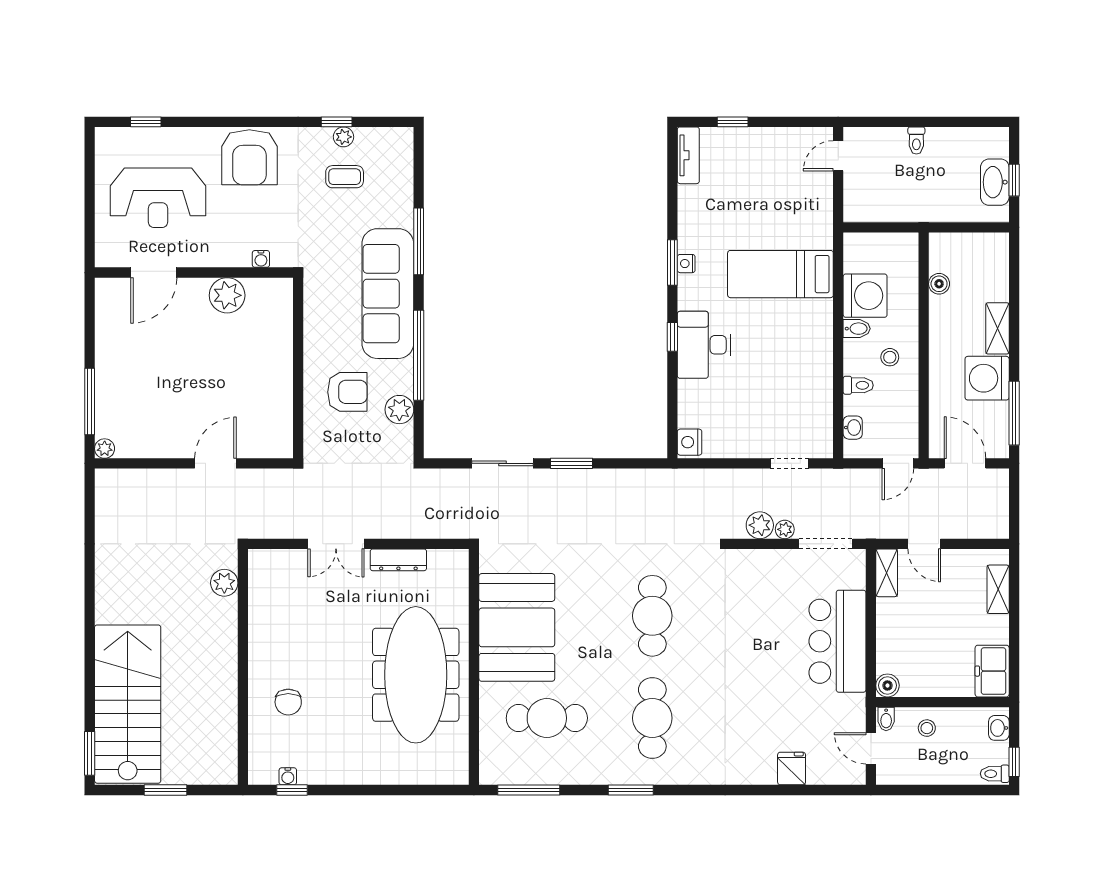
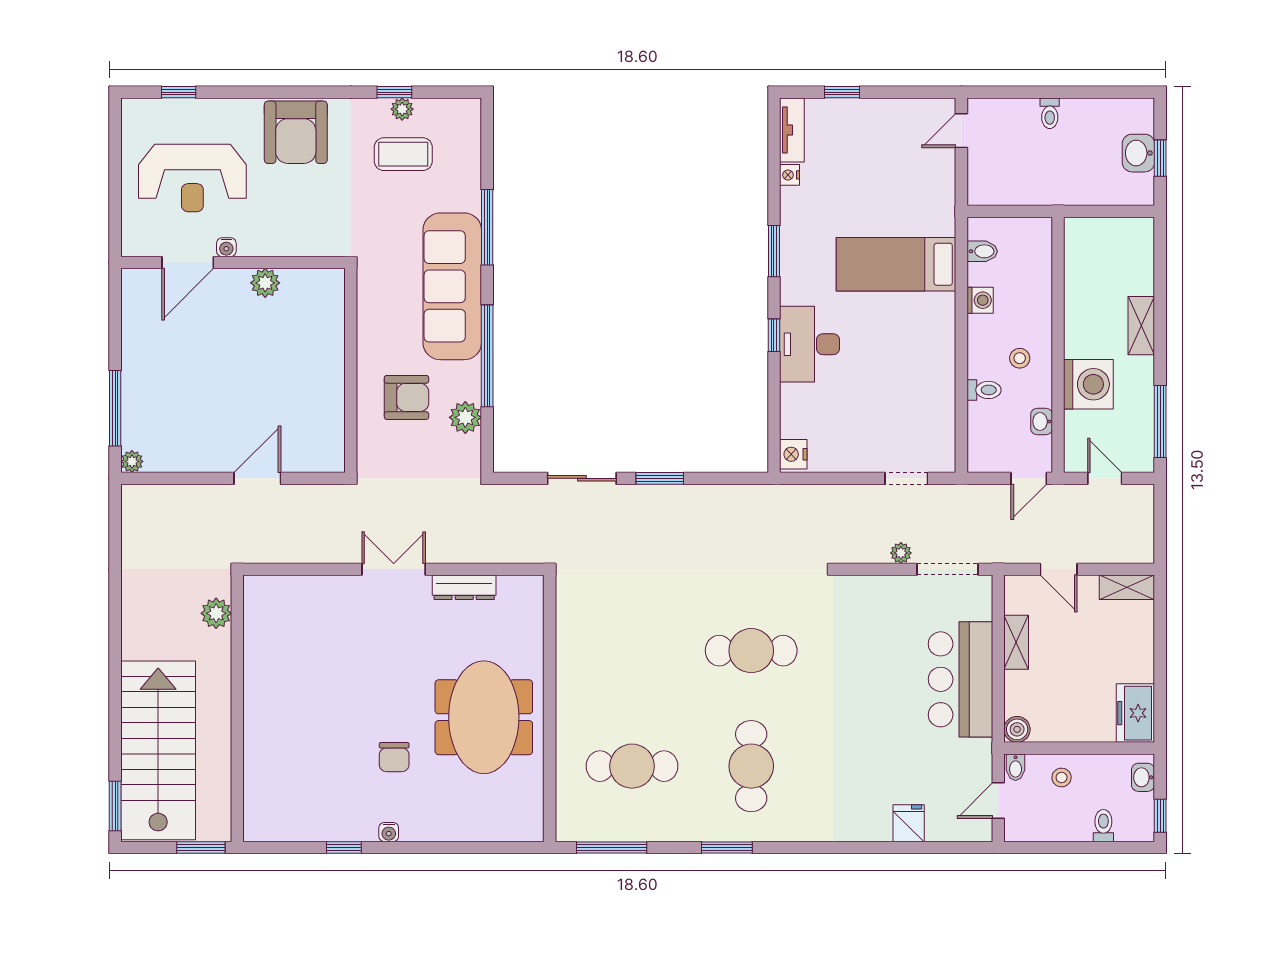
coffee table: (345, 177) -> (403, 154), width x1.36, depth x1.30
washbasin: (995, 182) -> (1138, 153), width x0.72
water cooler: (261, 259) -> (226, 247), moved
nightstand: (686, 264) -> (790, 175), moved
boiler: (939, 284) -> (1075, 275), removed
plant: (227, 295) -> (265, 283), width x0.73, depth x0.73
washing machine: (865, 296) -> (980, 300), width x0.53, depth x0.53
bidet: (857, 329) -> (982, 251), moved
washing machine: (987, 378) -> (1088, 384), moved, turned 180
washbasin: (853, 428) -> (1042, 422), moved, turned 180
door: (965, 463) -> (1105, 478), width x0.73
plant: (760, 525) -> (873, 548), removed
double door: (336, 544) -> (394, 569), swing flipped
shelving: (887, 573) -> (1016, 642), moved
plant: (224, 583) -> (216, 613), moved
shelving: (998, 589) -> (1127, 587), moved, turned 90
cafe table: (652, 616) -> (751, 651), turned 90
booth: (517, 627) -> (598, 664), removed
wall: (243, 667) -> (237, 708), moved
meeting table: (416, 675) -> (484, 717), width x0.73
chair: (288, 702) -> (394, 757), moved
door: (871, 748) -> (998, 800), hinge flipped
toilet: (995, 774) -> (1103, 826), moved, turned 90
water cooler: (288, 776) -> (389, 832), moved

